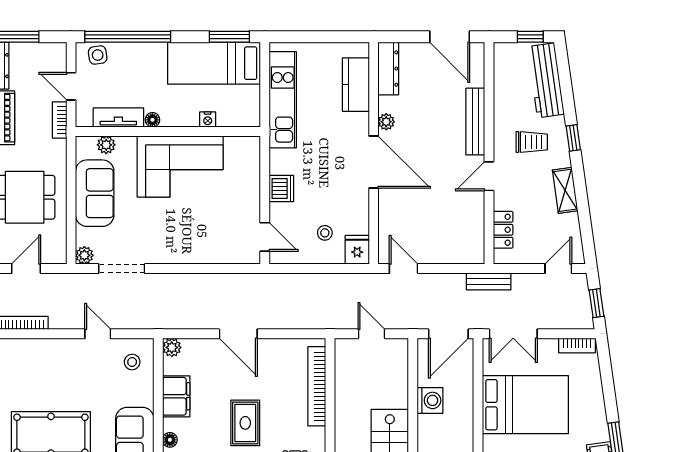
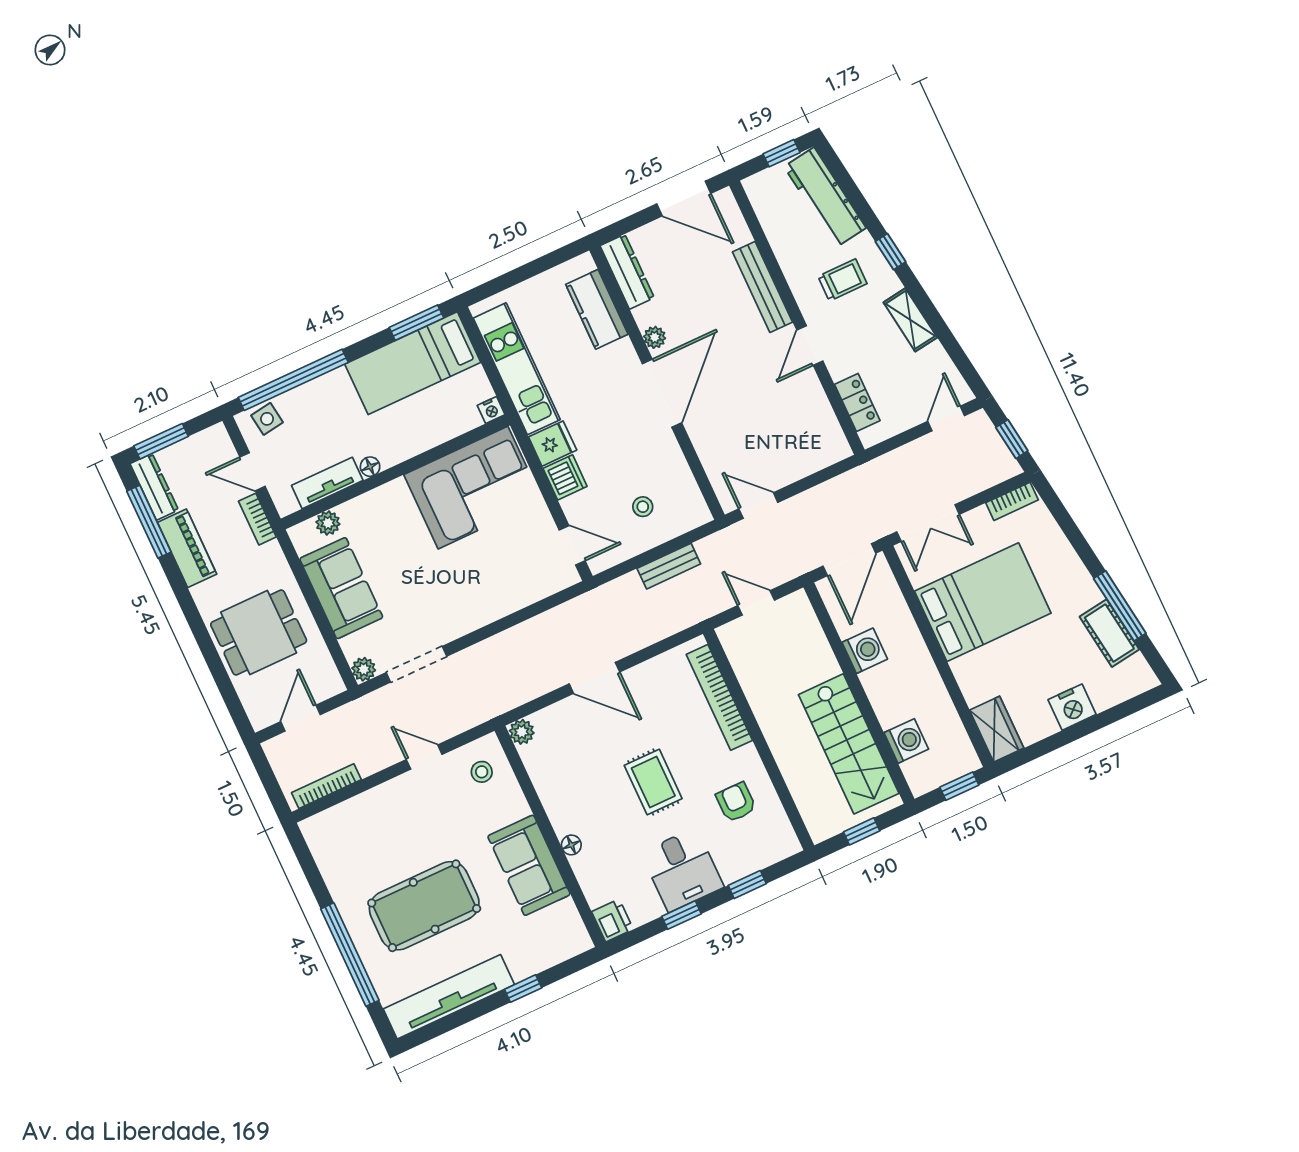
nightstand: (208, 120) -> (491, 410), moved
door: (374, 162) -> (662, 393), hinge flipped
corner sofa: (180, 166) -> (473, 488), moved
fridge: (357, 250) -> (553, 444), moved, turned 90
bench: (489, 281) -> (669, 566), moved
filing cabinet: (176, 396) -> (554, 789), removed

